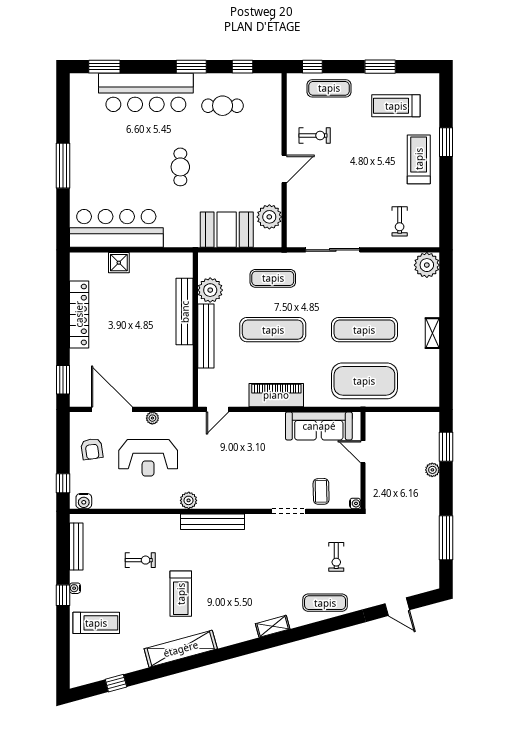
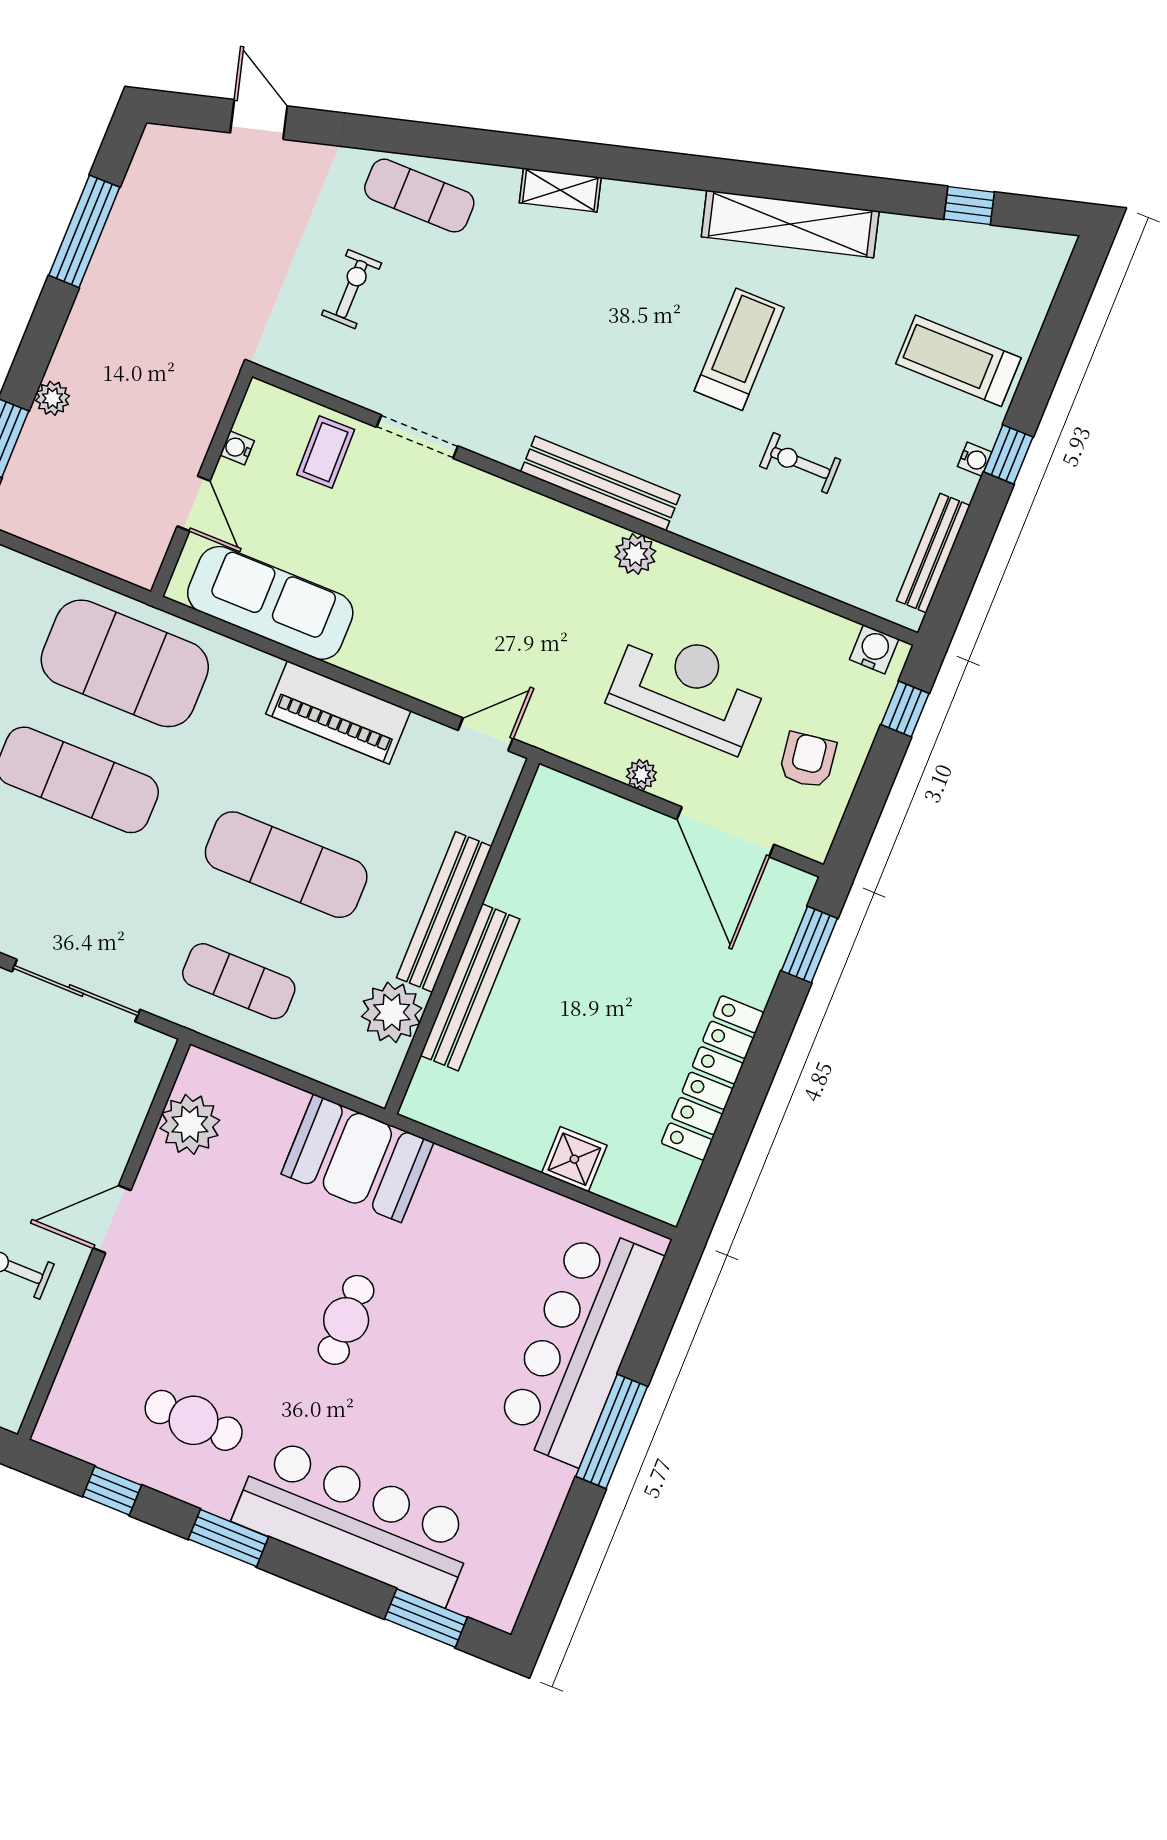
bar counter: (116, 228) -> (579, 1345), moved, turned 90
booth: (227, 230) -> (357, 1158), moved
water cooler: (355, 503) -> (237, 448), moved

